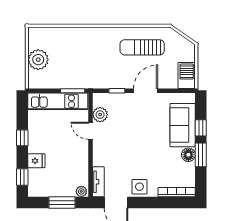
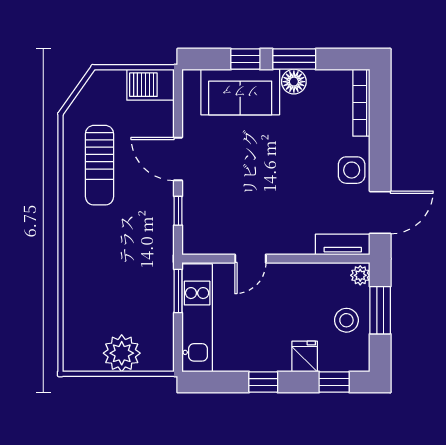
plant: (100, 115) -> (221, 241), removed
stool: (56, 184) -> (346, 320), added

